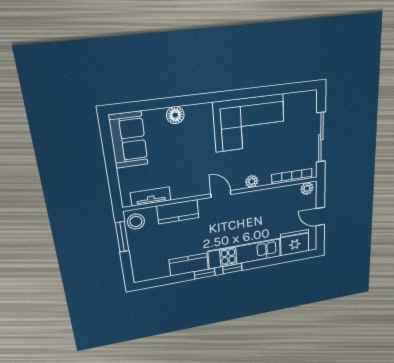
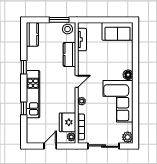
plant: (307, 100) -> (128, 137), added
floor lamp: (175, 115) -> (128, 75), moved
fridge: (295, 243) -> (68, 122), moved, turned 180
kitchen counter: (189, 265) -> (32, 34), moved
window: (232, 268) -> (24, 108), moved

